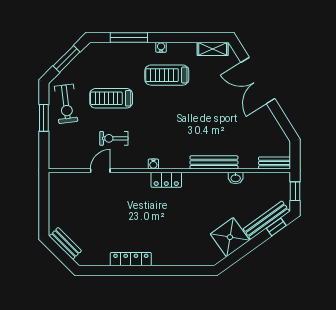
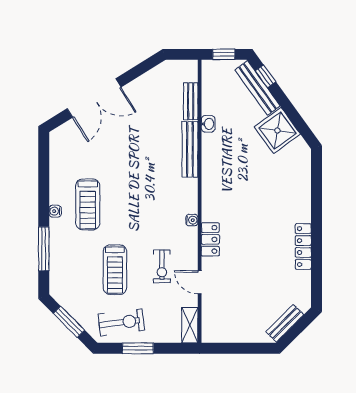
shelving: (213, 49) -> (190, 325), moved
bench: (275, 163) -> (191, 101), moved
locker: (166, 180) -> (210, 239), moved

